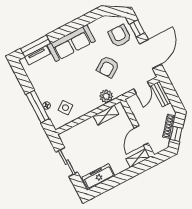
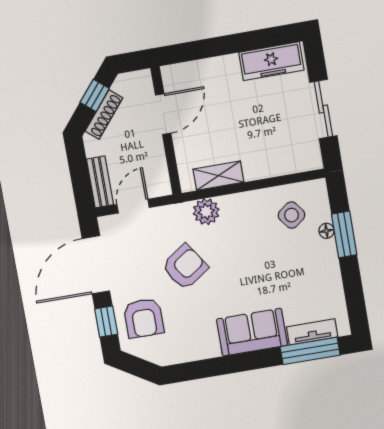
sofa: (71, 43) -> (252, 332), width x0.73
window: (38, 107) -> (344, 234), width x0.69
shelving: (138, 158) -> (184, 72), removed

